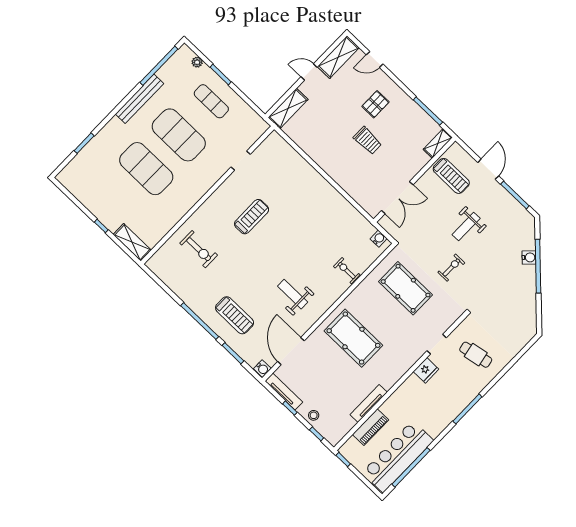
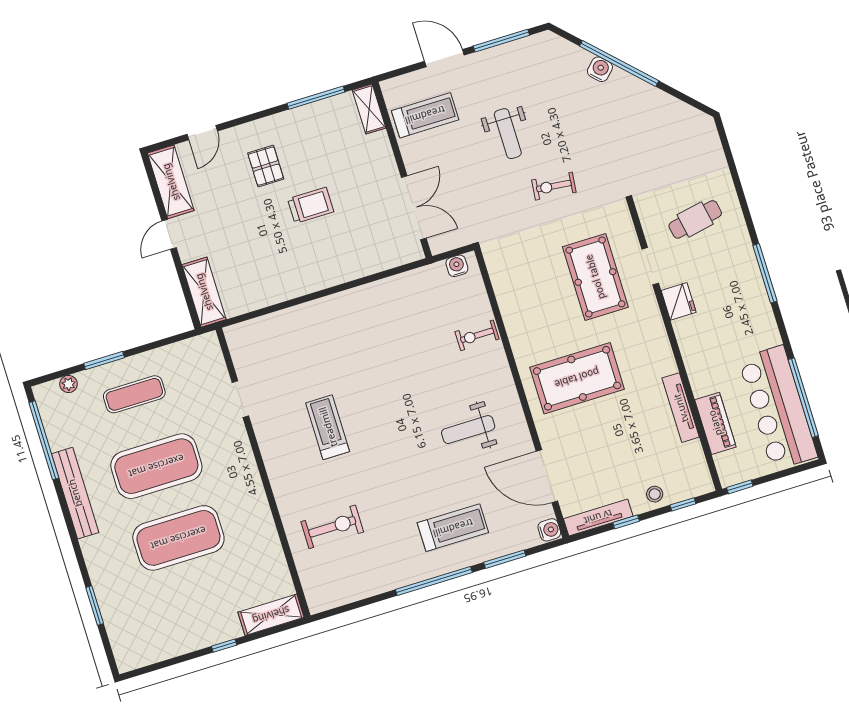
exercise bike: (451, 268) -> (554, 186), turned -84
pool table: (406, 288) -> (595, 277), moved, turned 90

